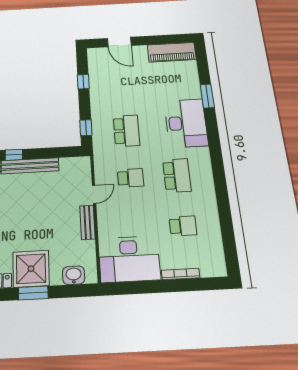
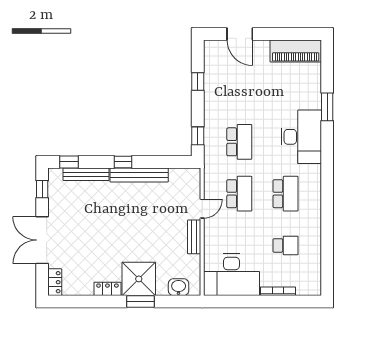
school desk: (131, 178) -> (239, 194), width x1.85

